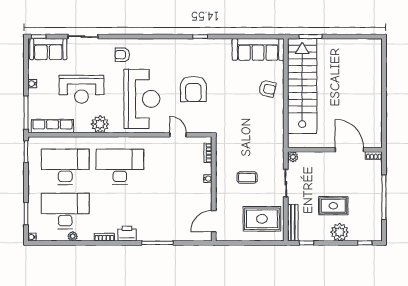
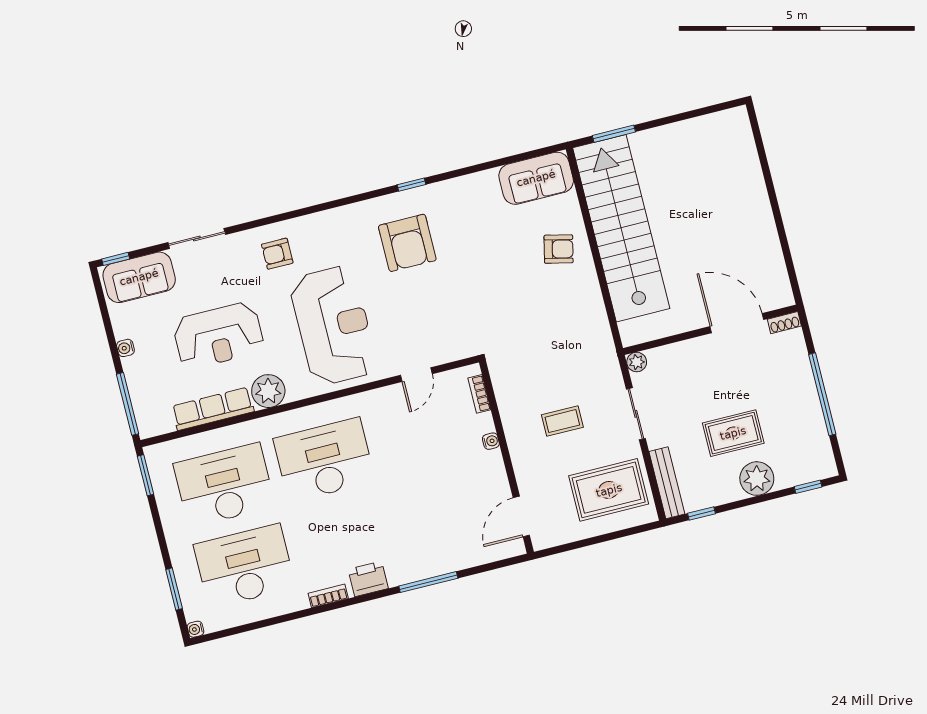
sofa: (258, 49) -> (536, 178), width x0.73
armchair: (193, 89) -> (407, 243), moved
row of seats: (53, 126) -> (213, 409), moved
door: (178, 135) -> (416, 375), swing flipped
plant: (73, 236) -> (270, 609), removed

